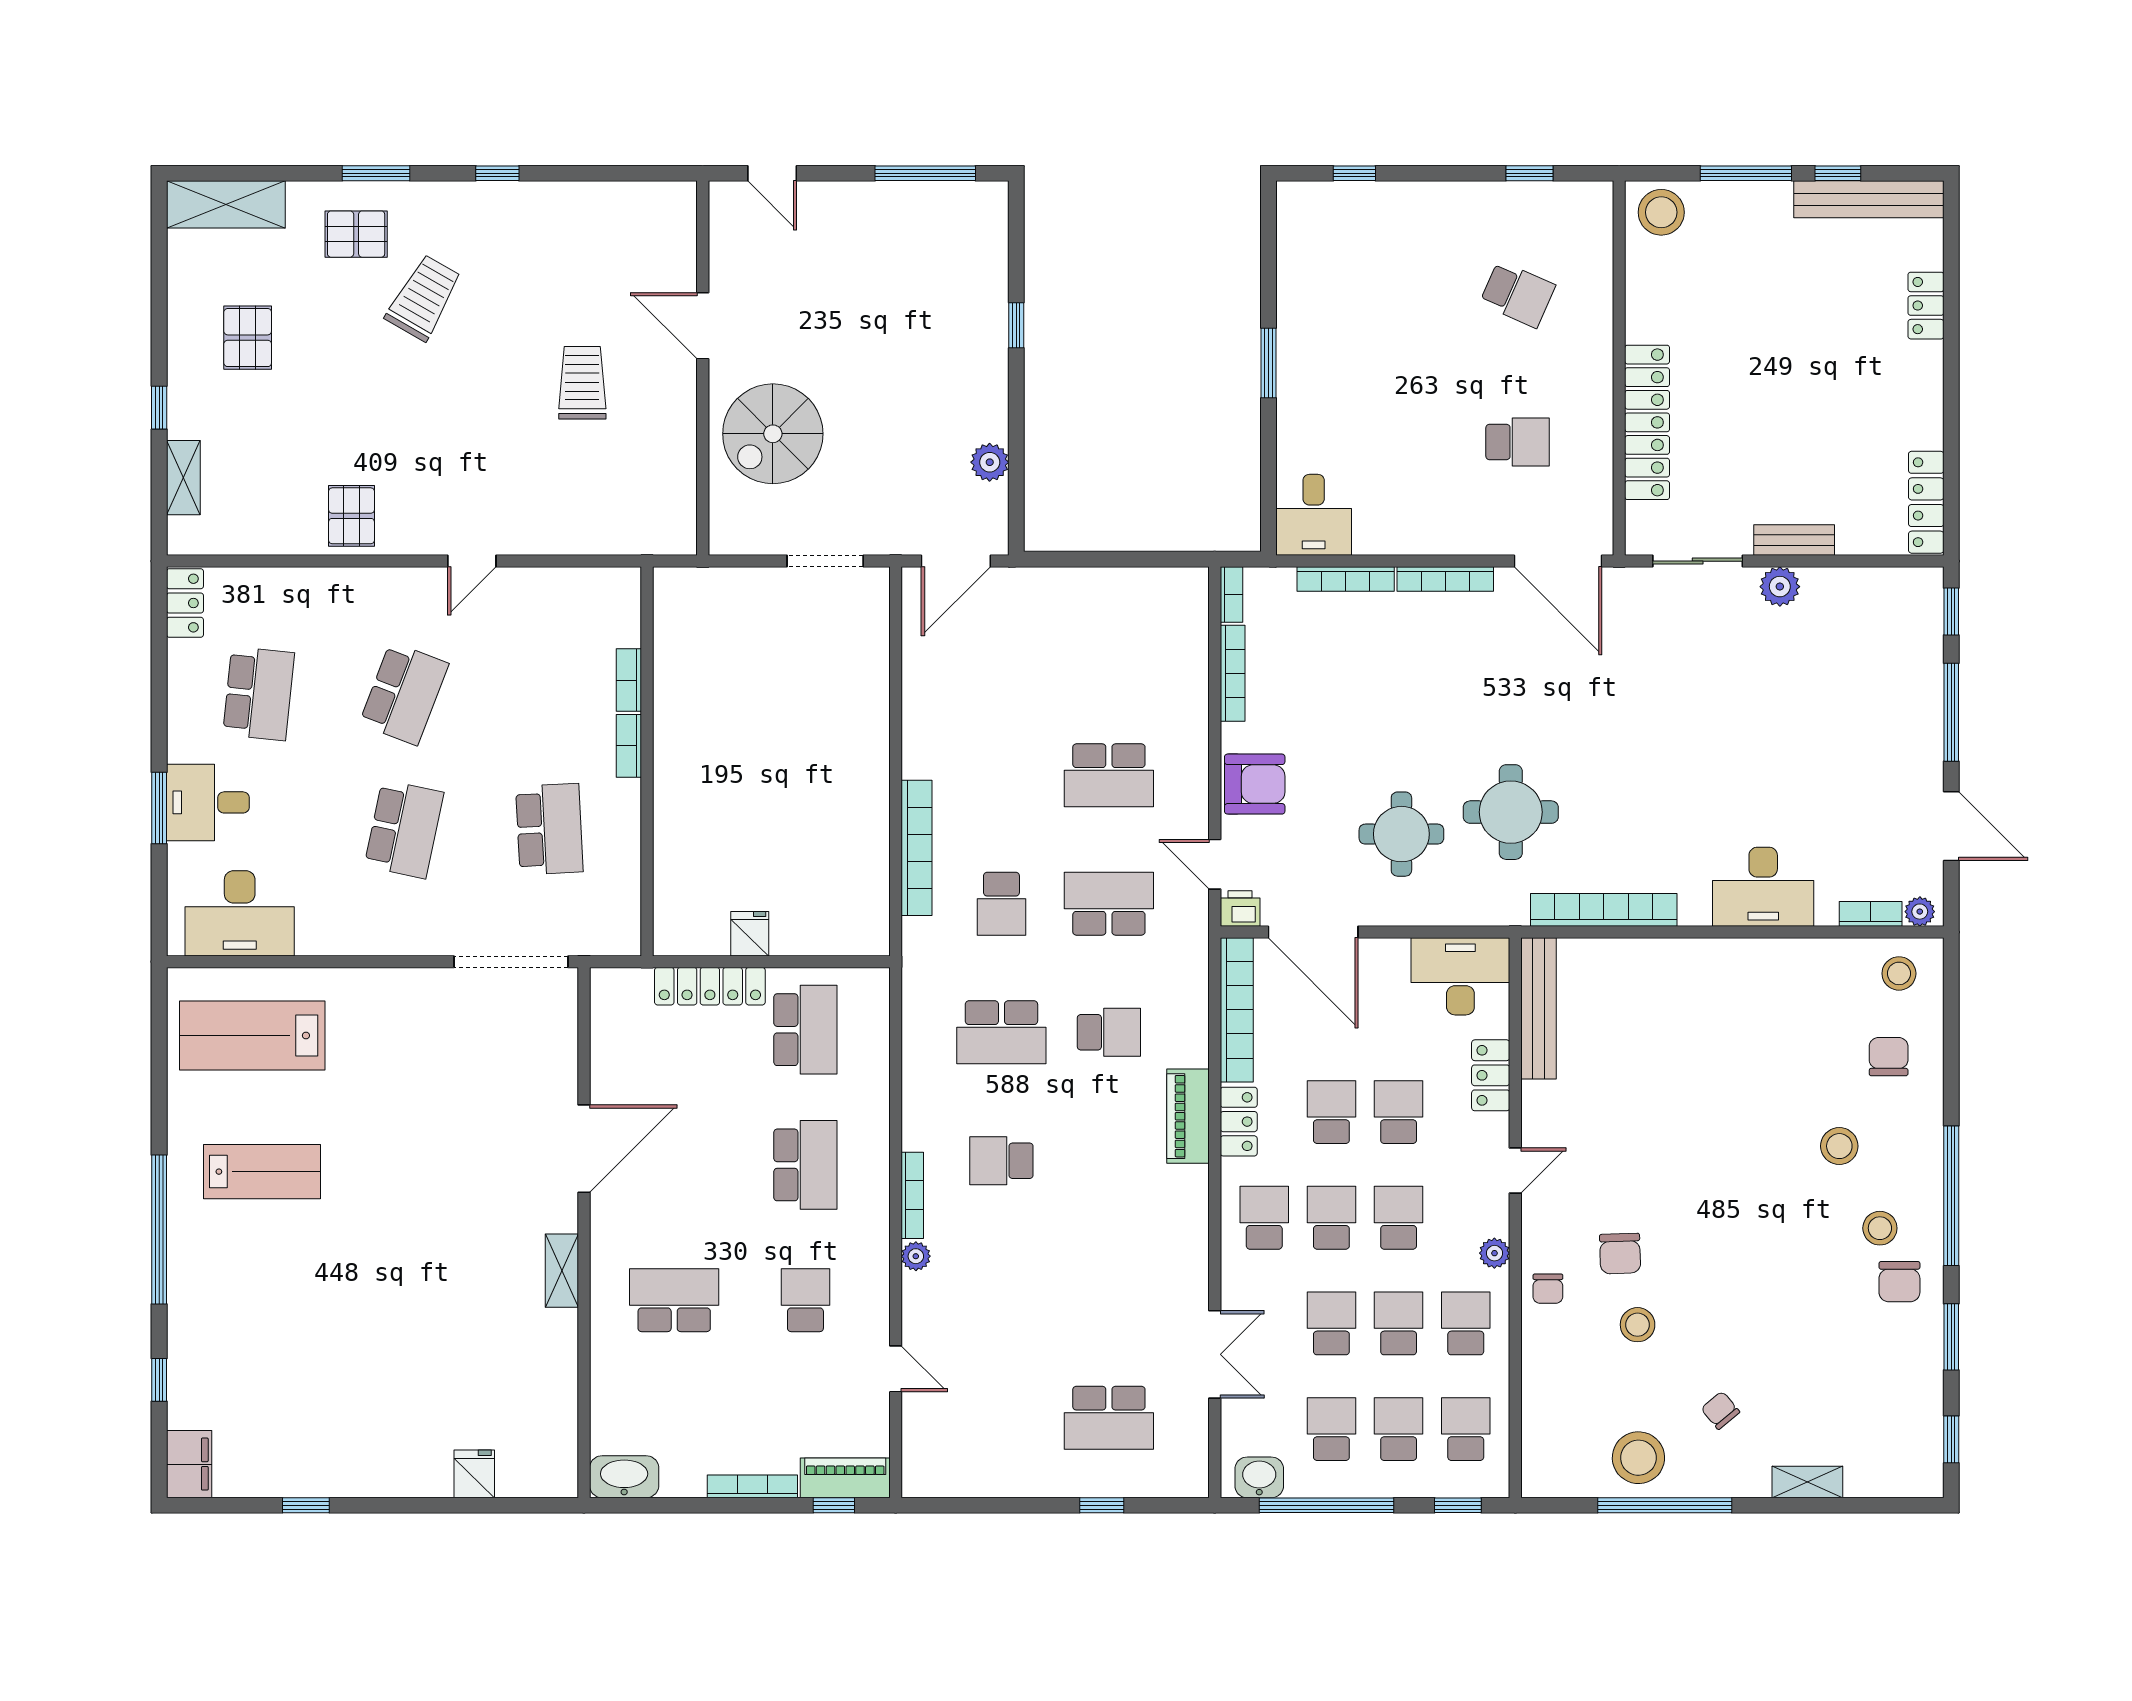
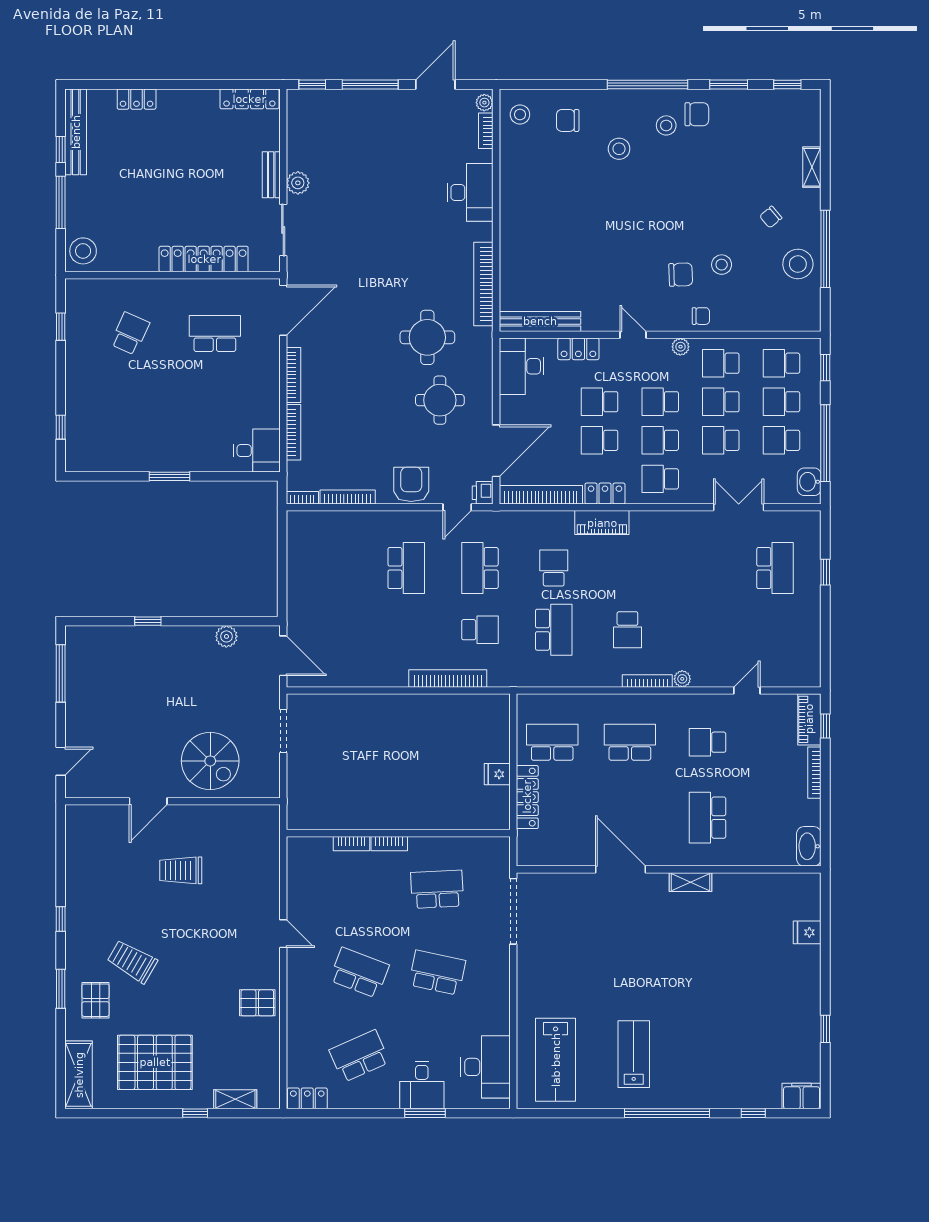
pallet: (248, 338) -> (155, 1062), width x2.05, depth x2.00
school desk: (1518, 442) -> (215, 333), width x1.85
school desk: (259, 694) -> (359, 1056), turned -30

